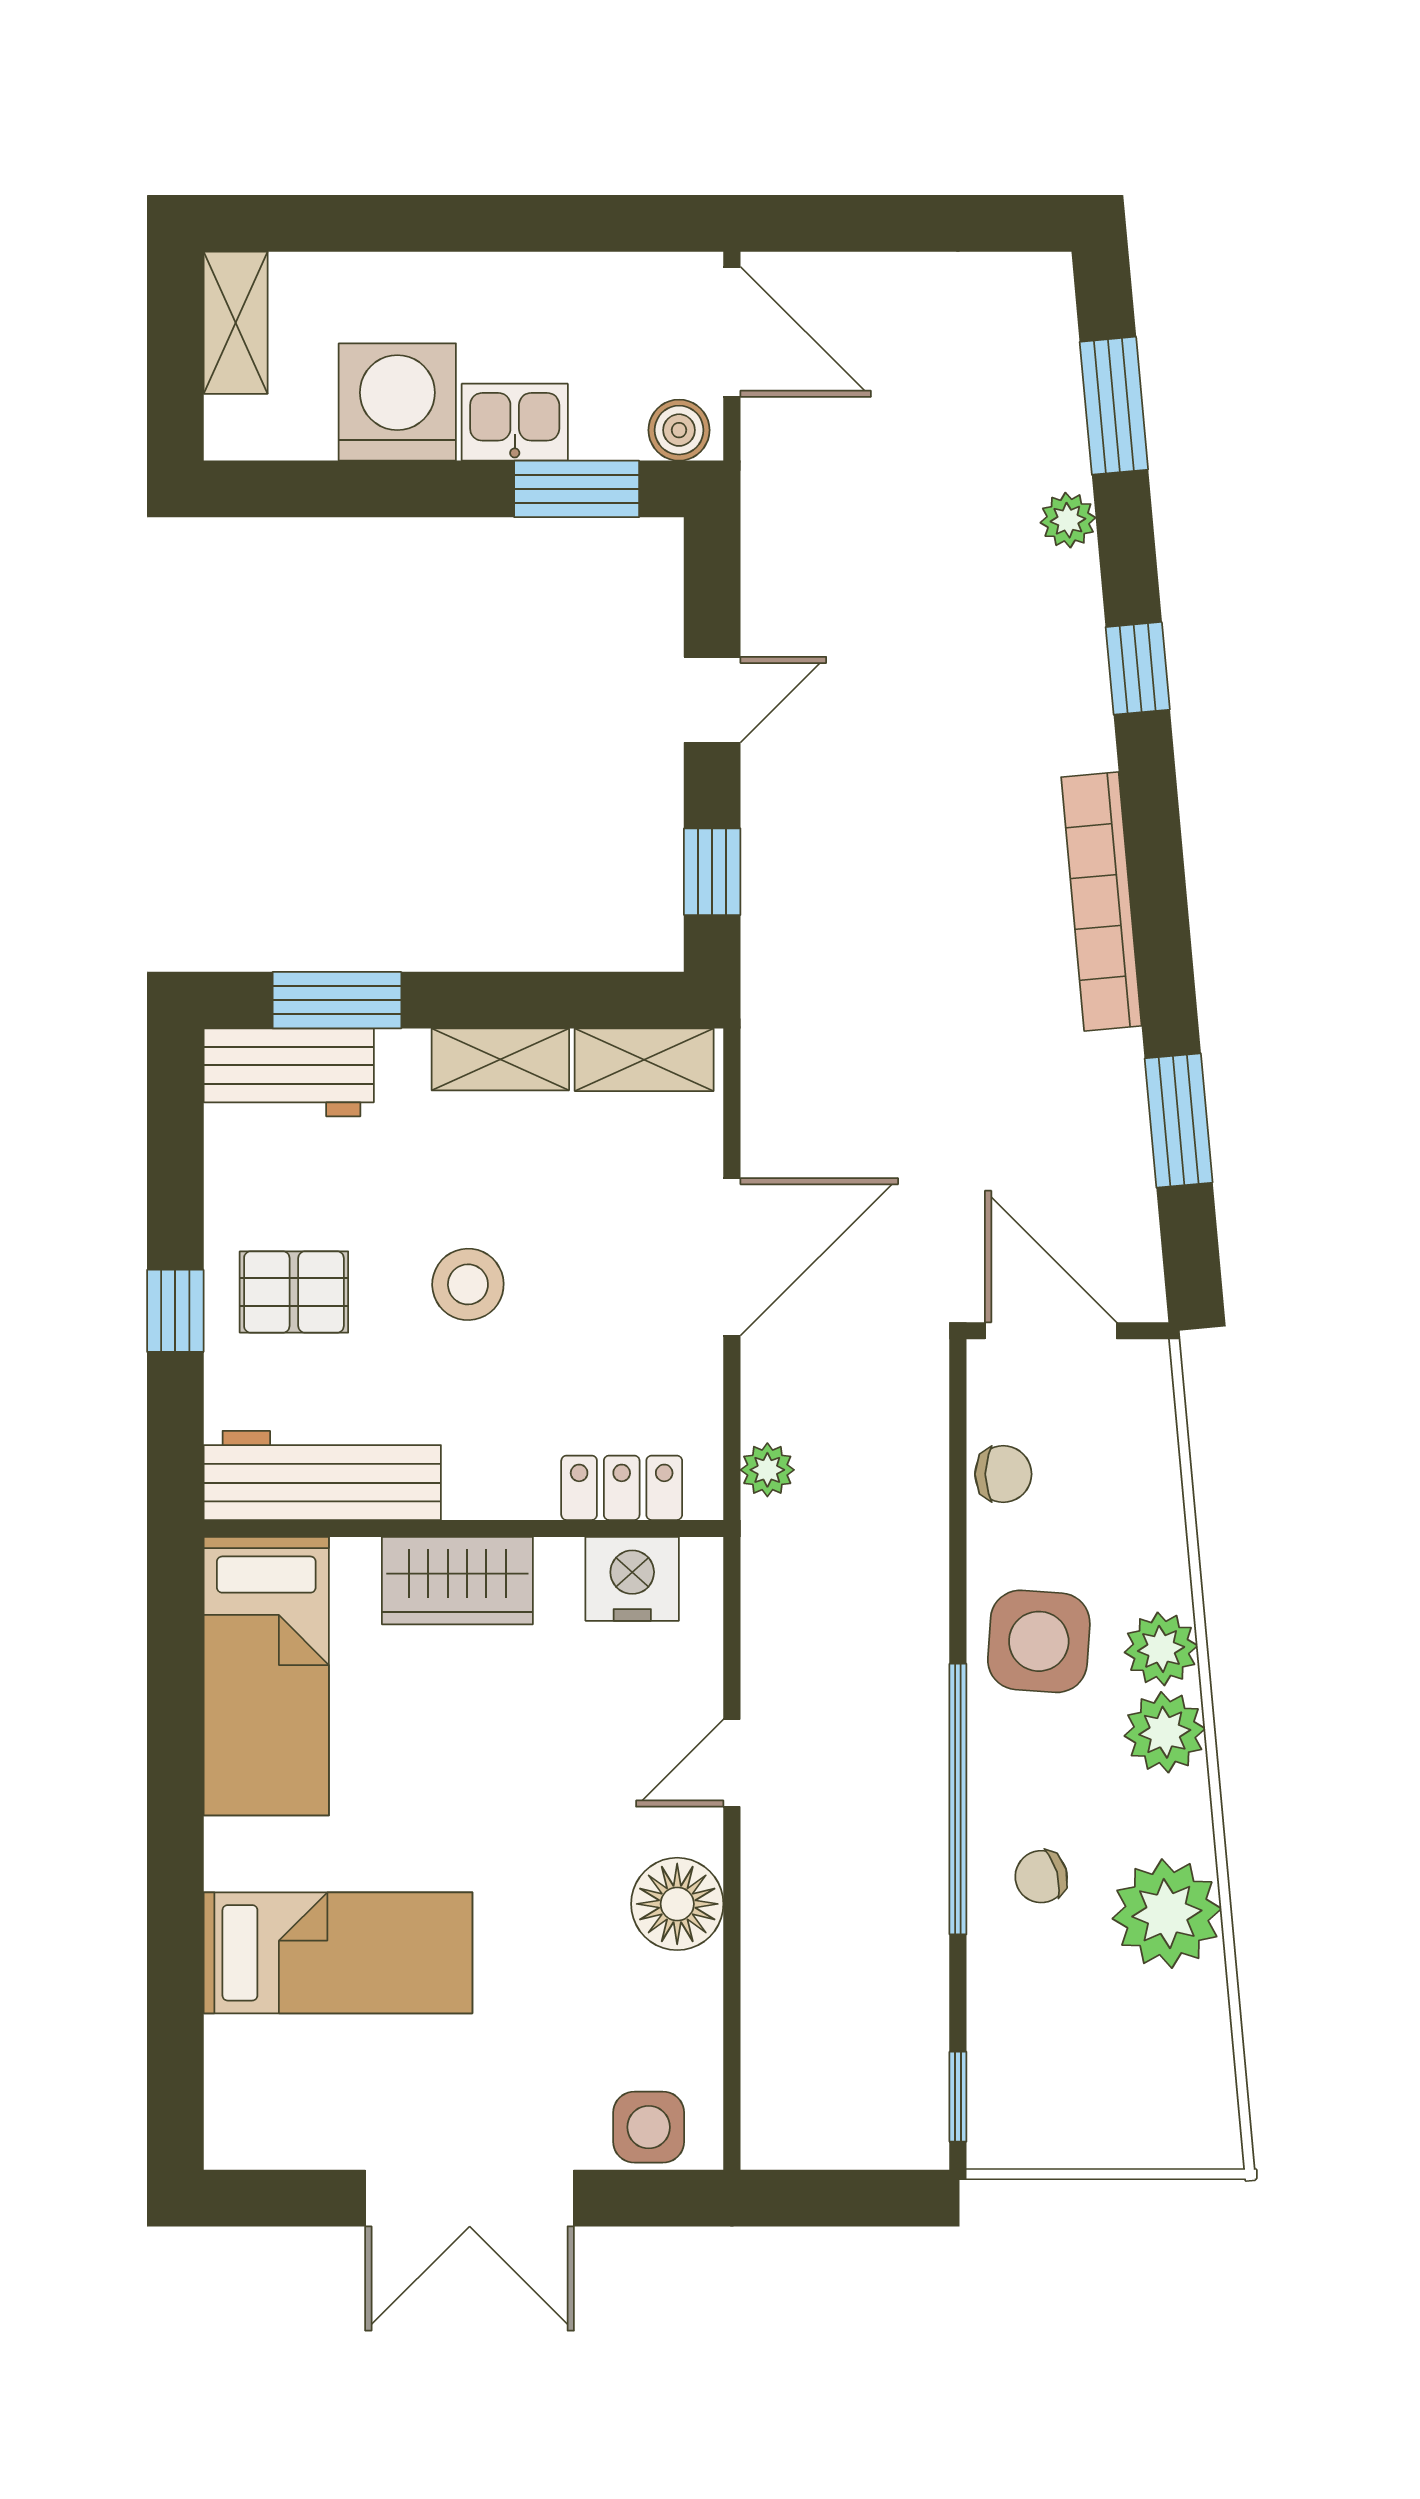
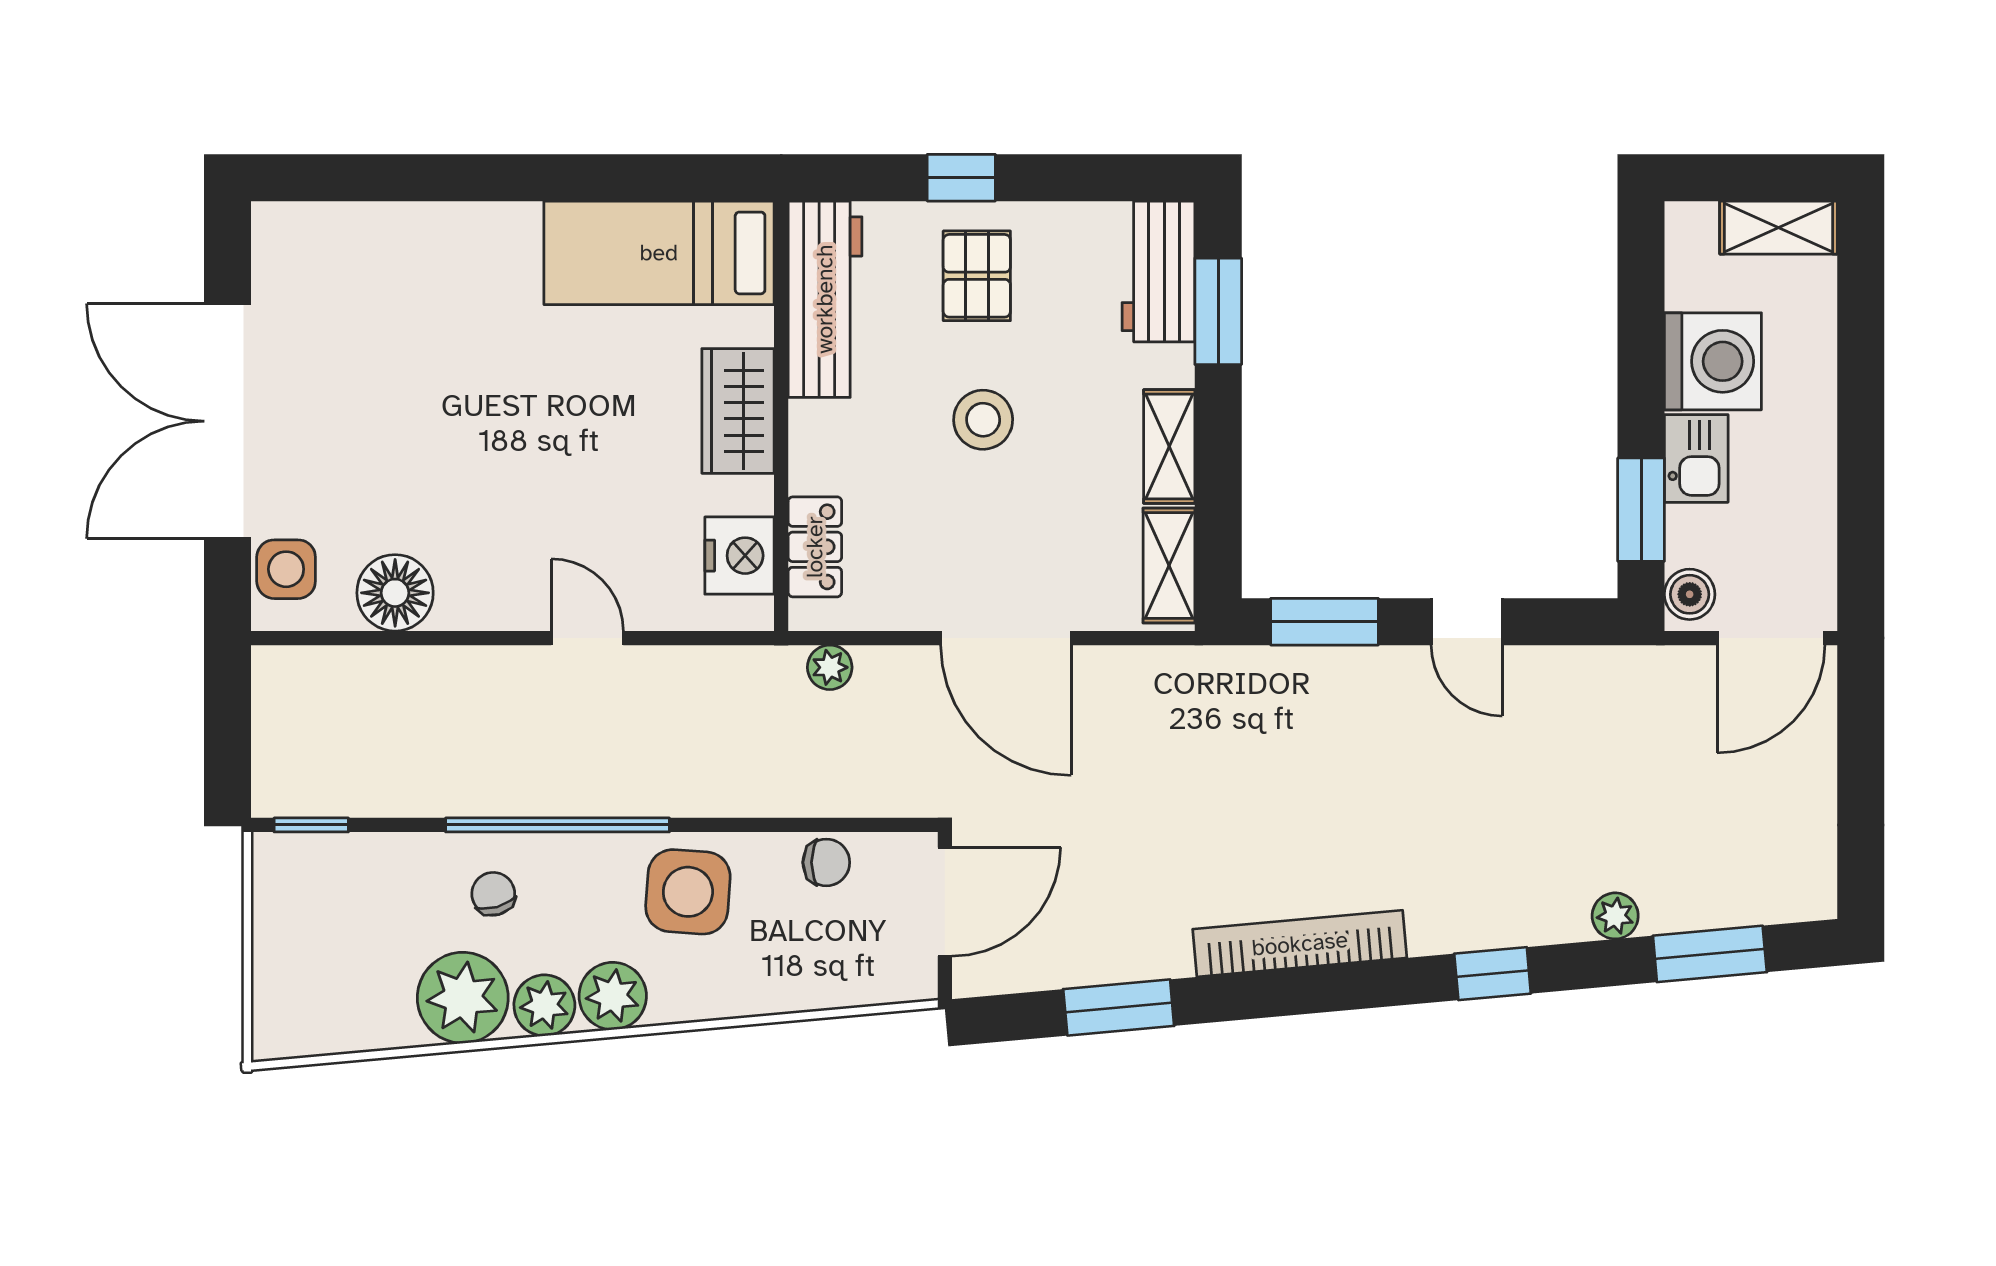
window: (712, 872) -> (1324, 622), width x1.50
chair: (1003, 1474) -> (826, 862), turned -90
plant: (1161, 1649) -> (544, 1005), moved
floor lamp: (677, 1904) -> (395, 593), moved
bed: (338, 1953) -> (430, 312), removed
double door: (470, 2198) -> (227, 421), width x1.36

